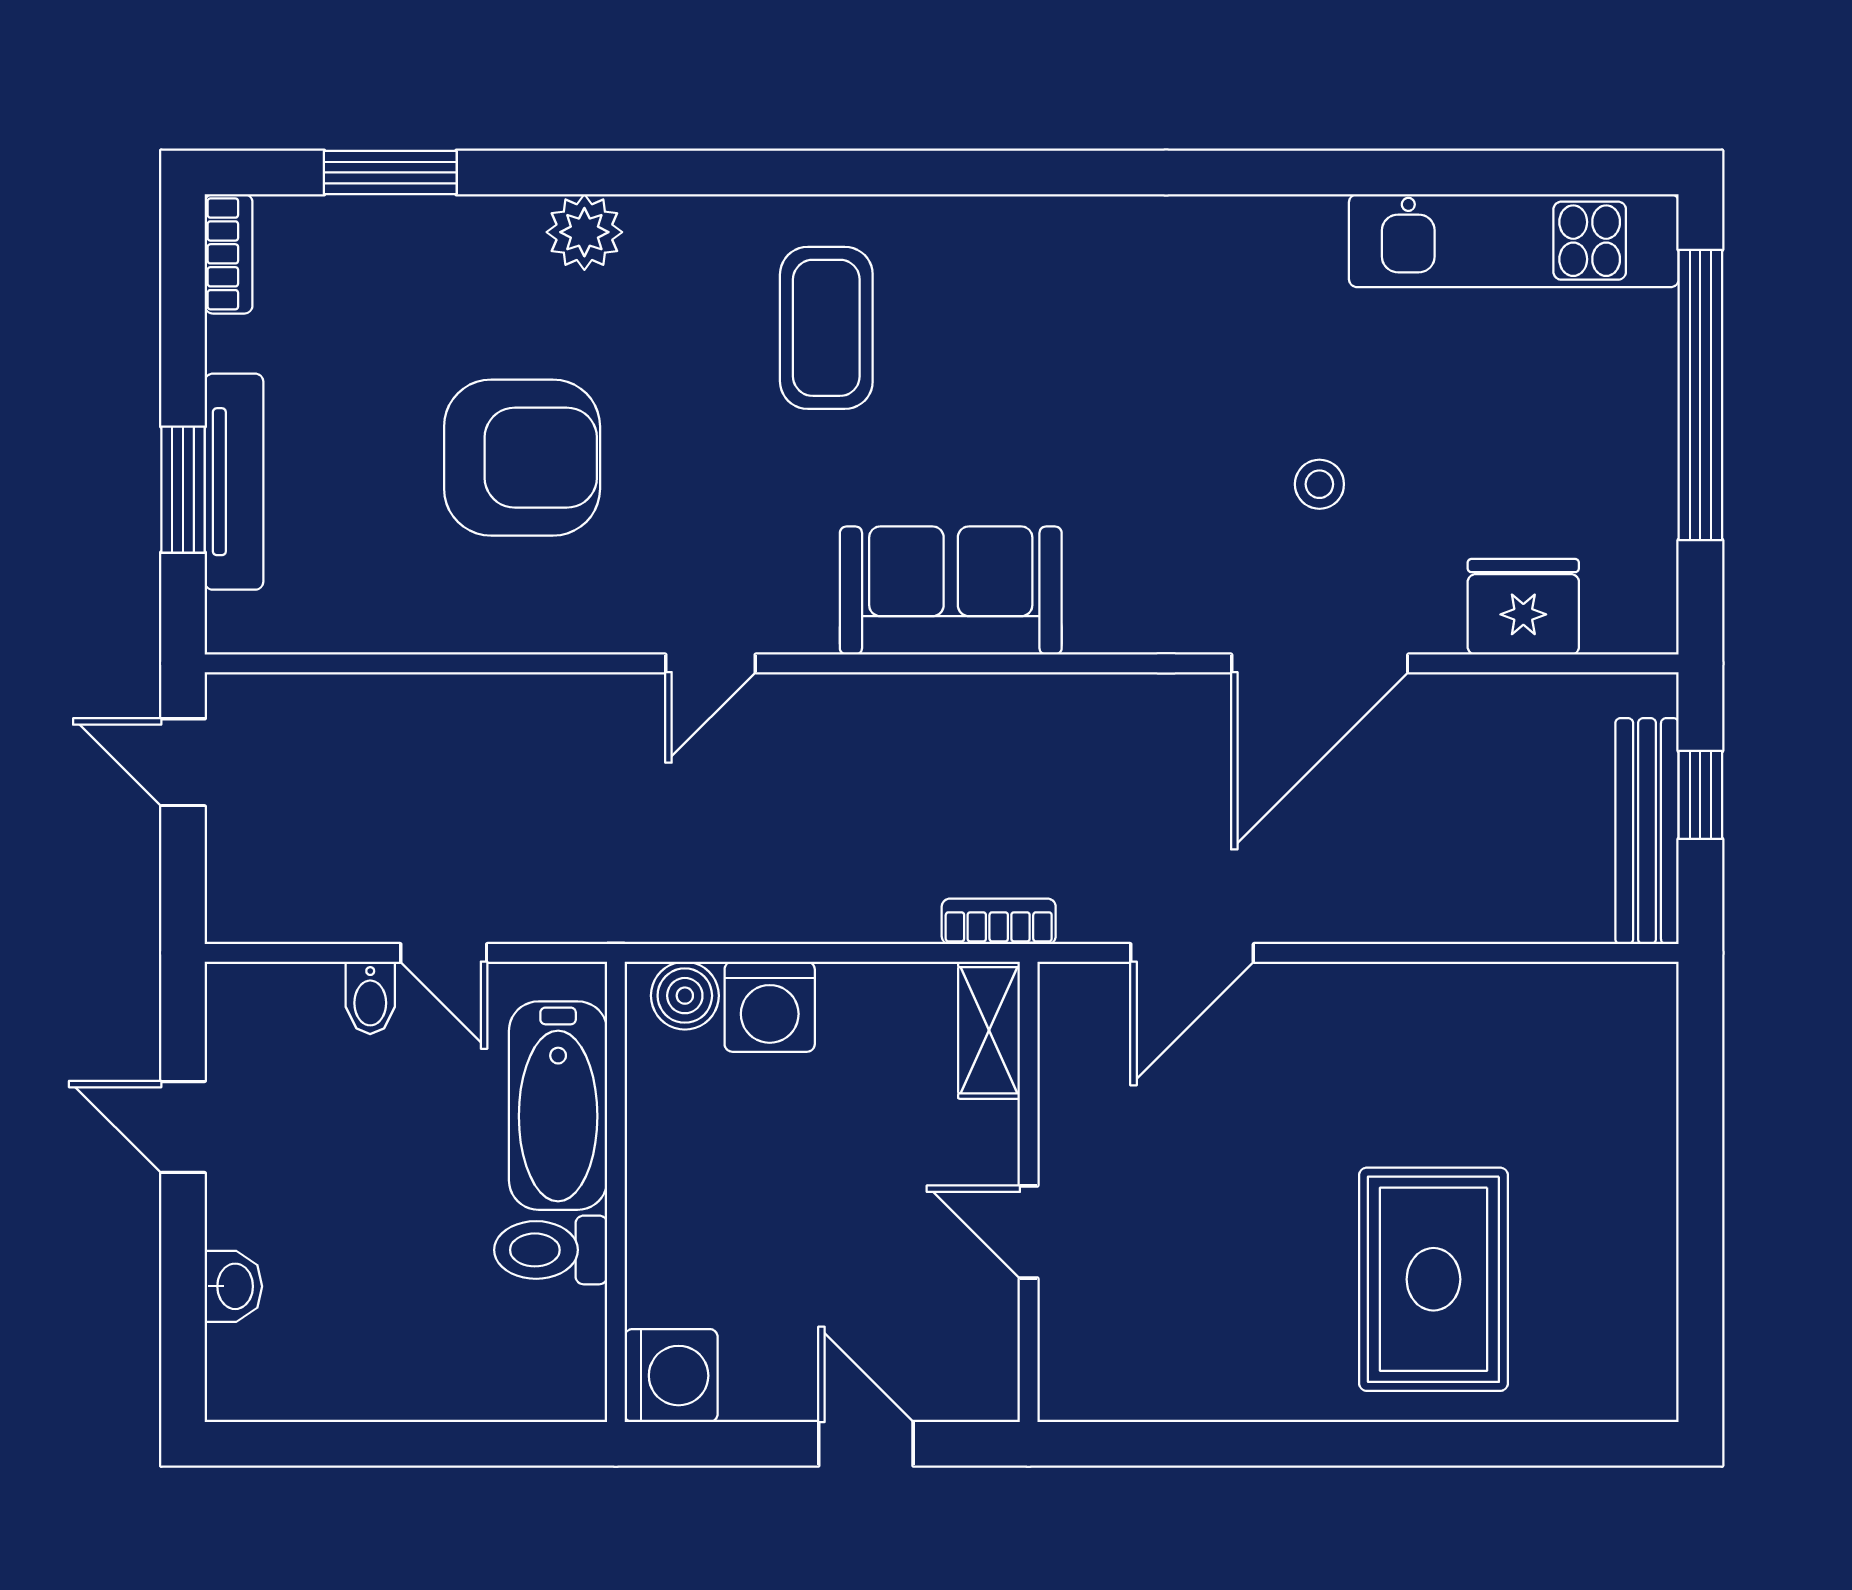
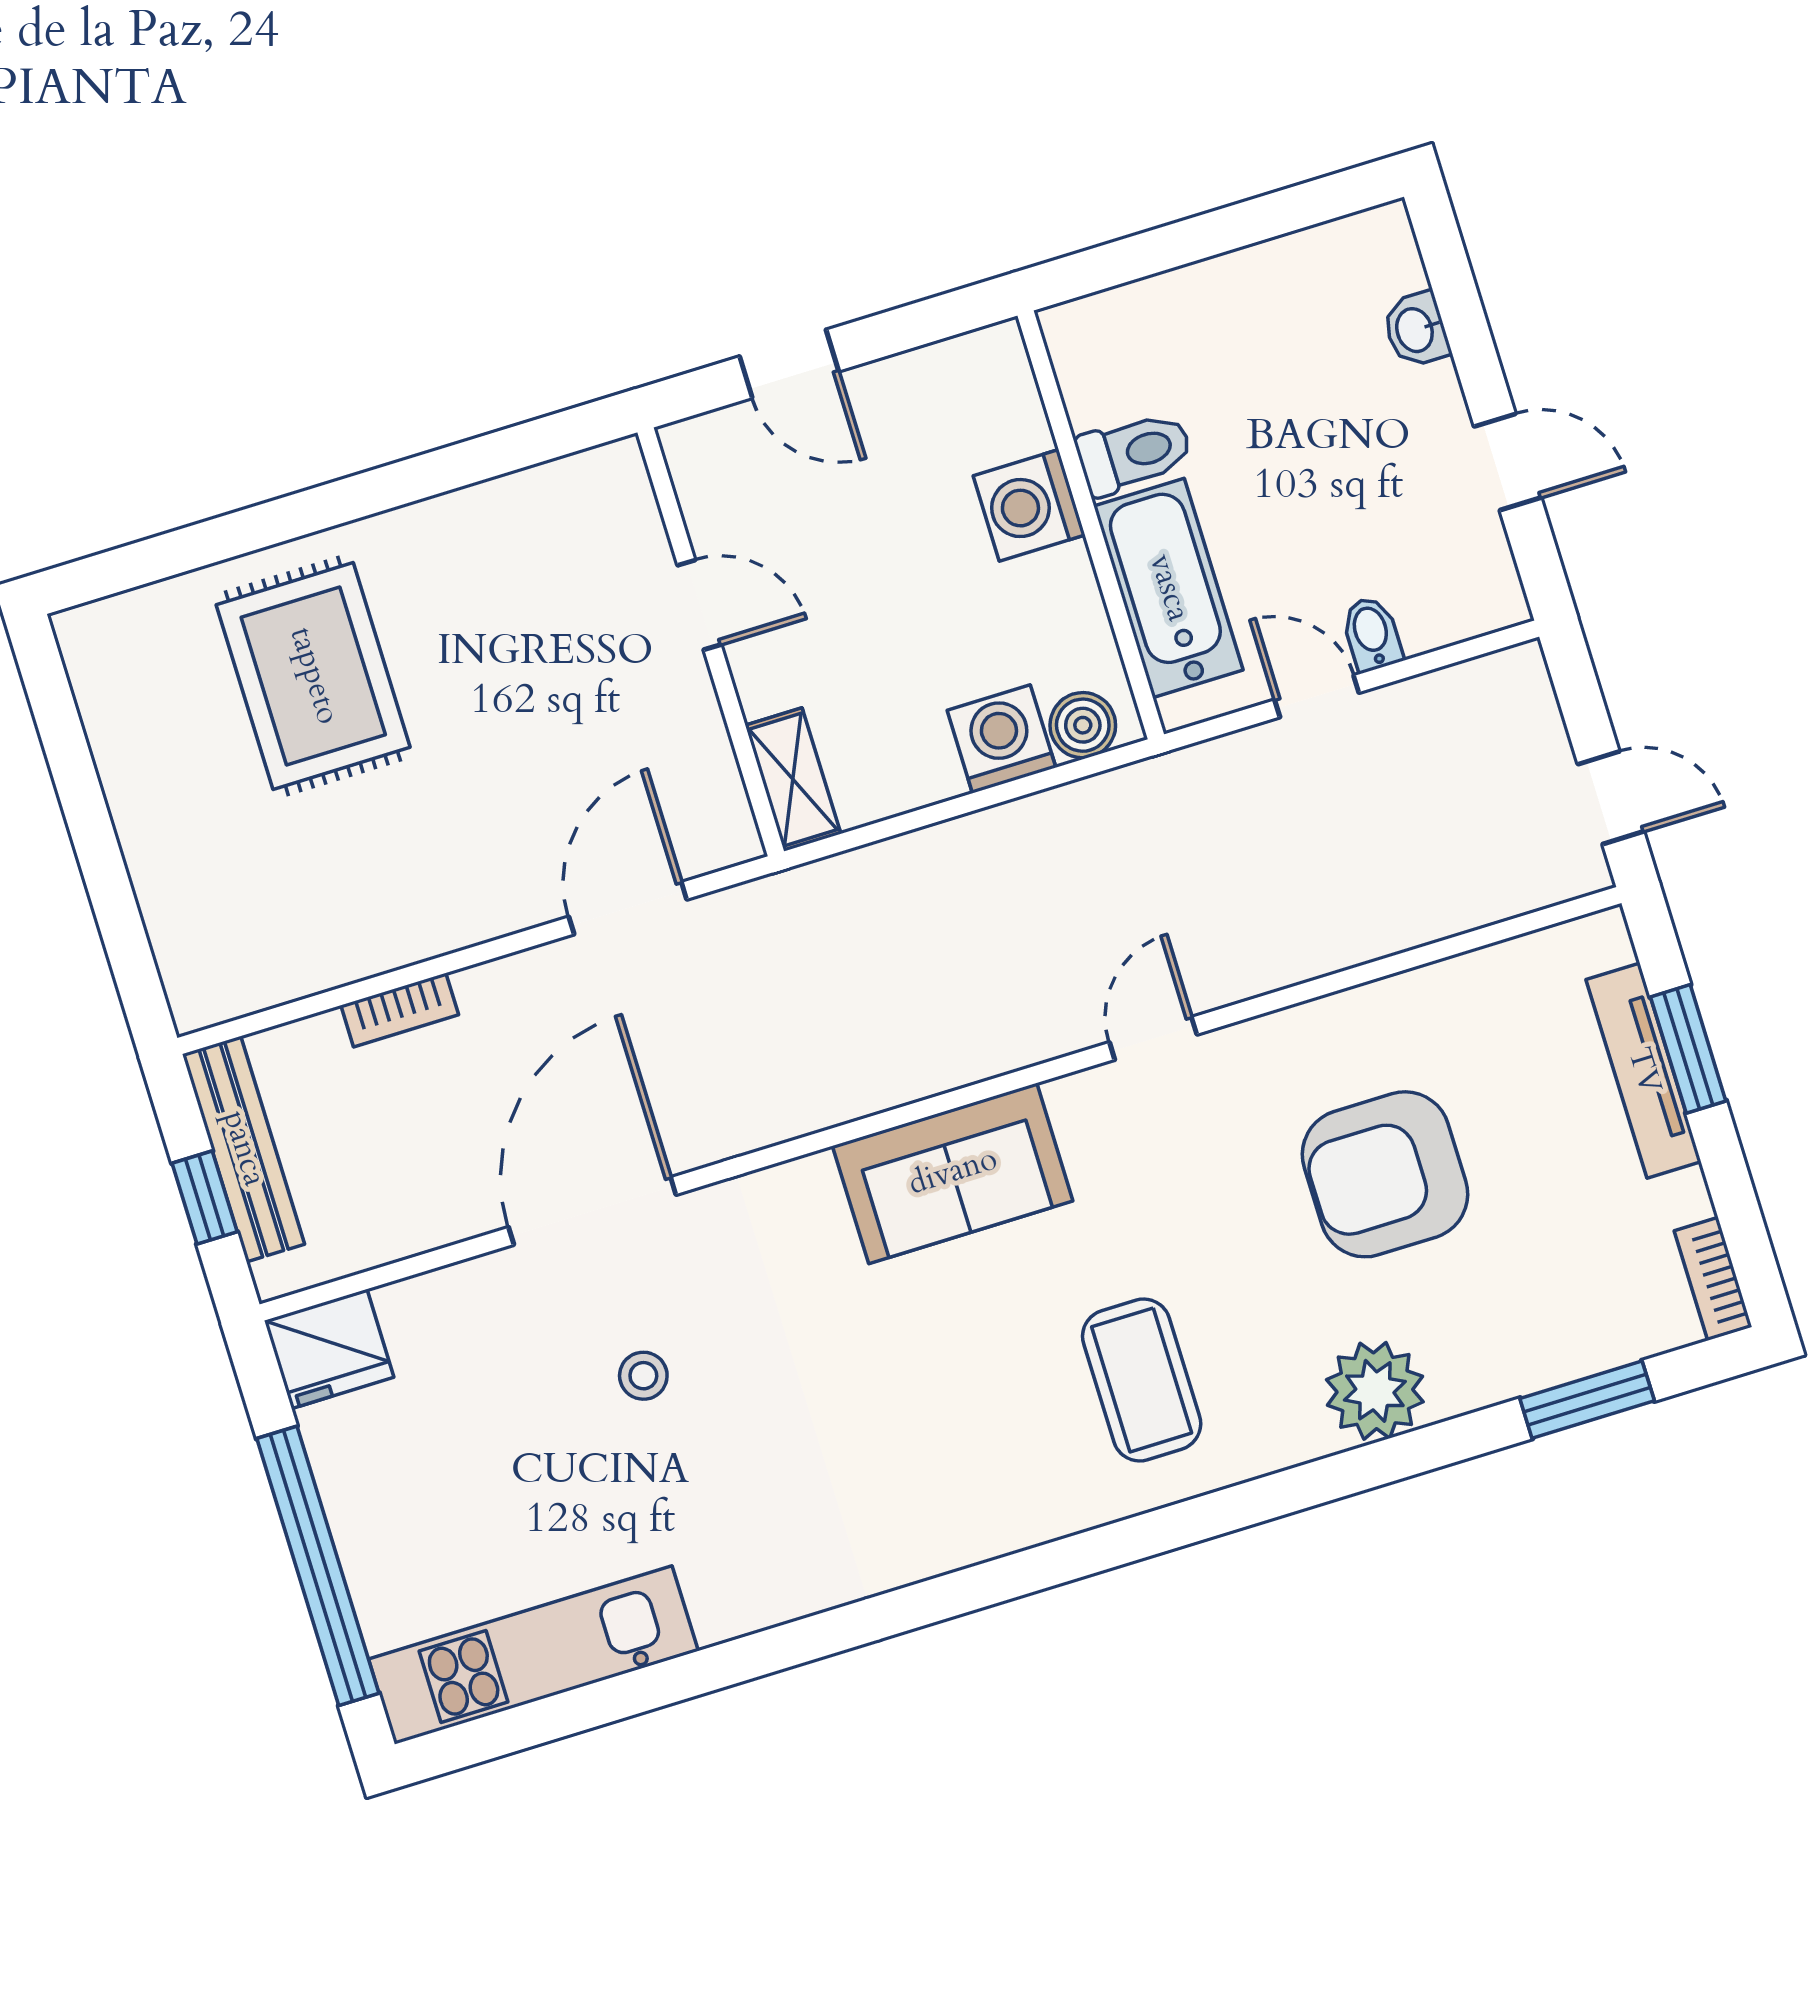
plant: (584, 232) -> (1375, 1391), width x1.36, depth x1.36
fridge: (1523, 607) -> (329, 1349), moved
bookcase: (999, 921) -> (400, 1010), moved
washing machine: (671, 1376) -> (1029, 505), moved

